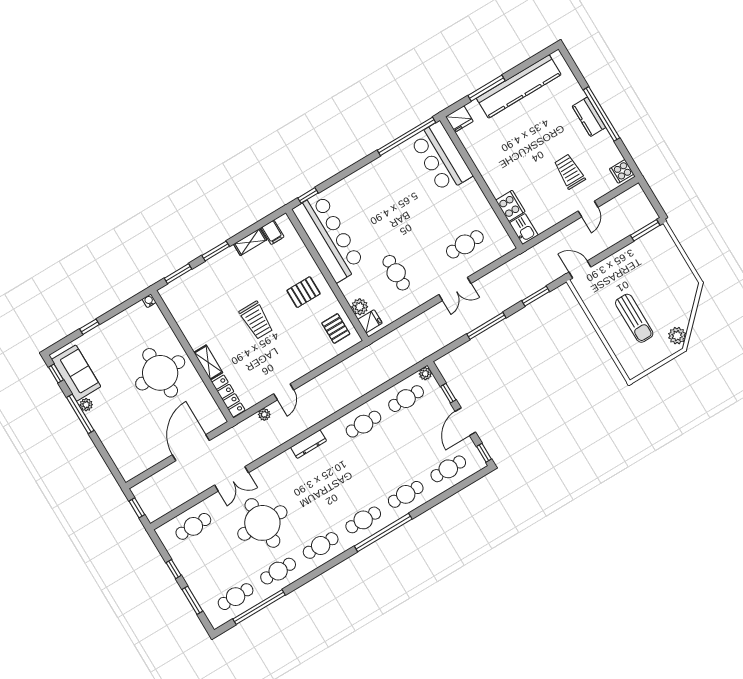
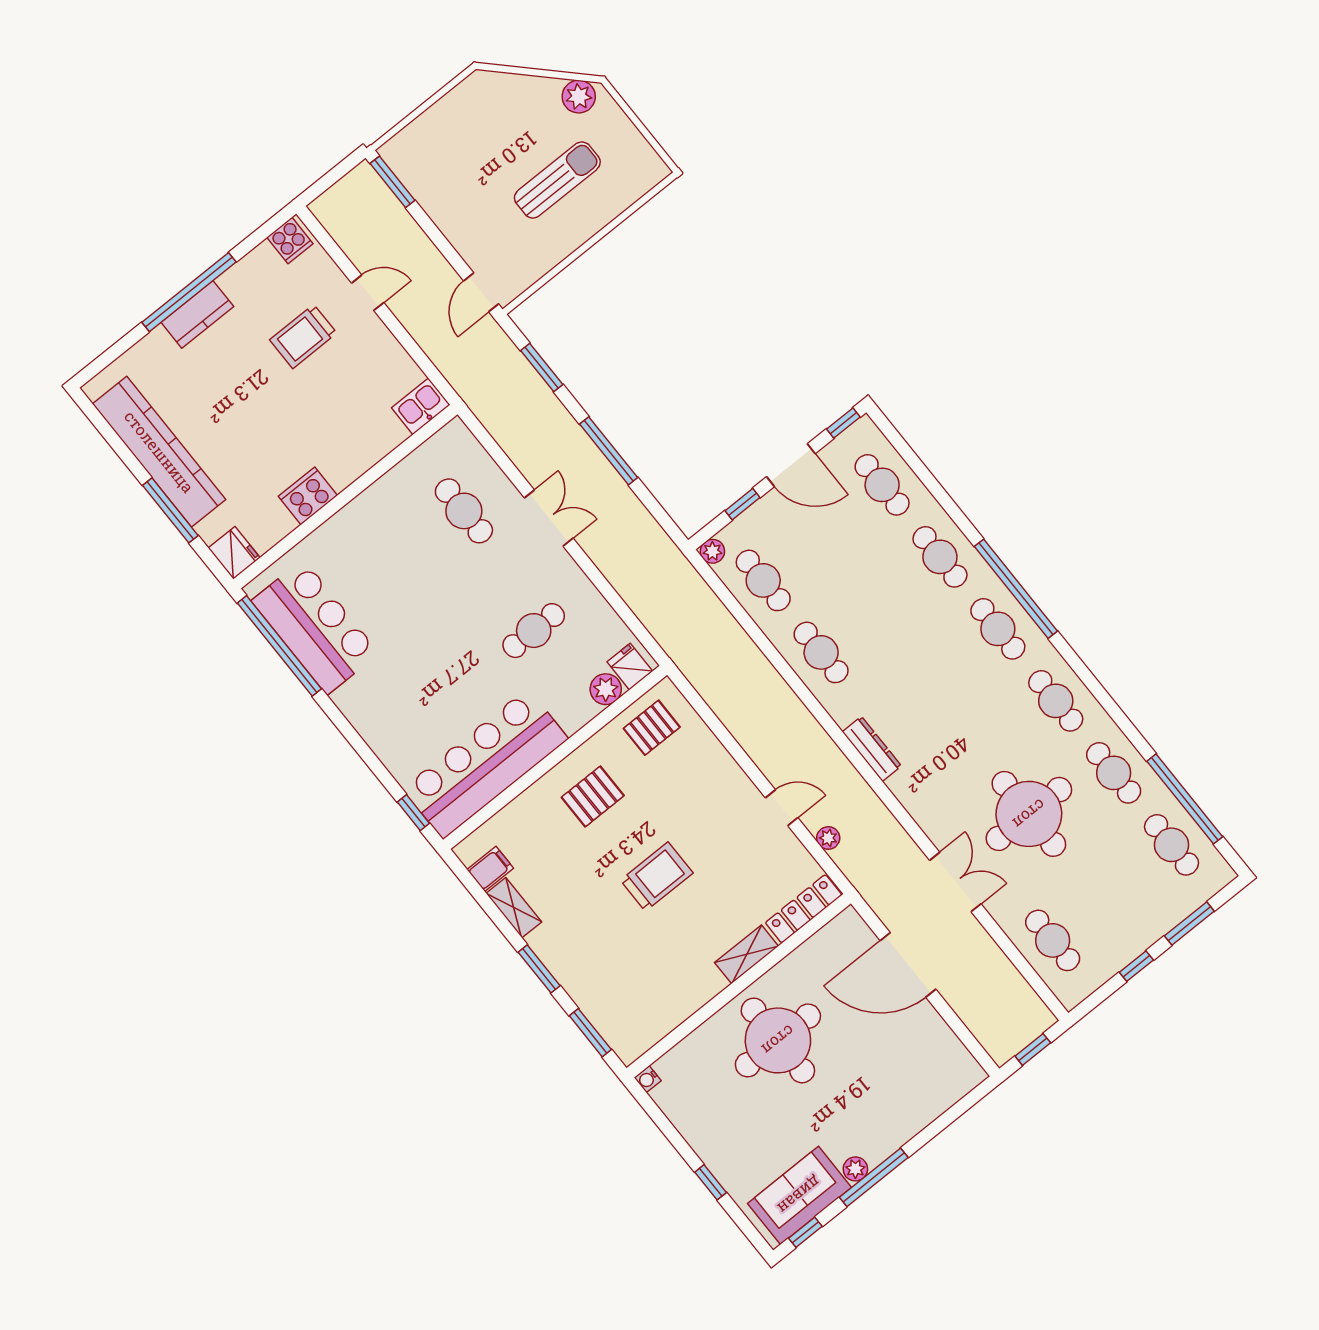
bar counter: (441, 157) -> (315, 627), moved, turned -90
cooker: (510, 206) -> (308, 496), moved
pallet: (304, 292) -> (593, 796), turned 90

